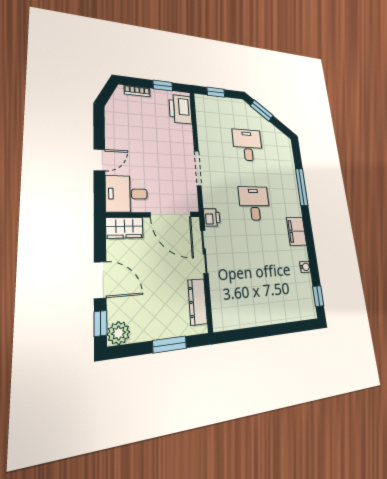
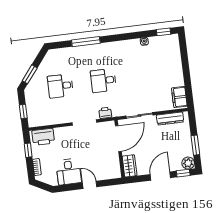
desk: (127, 194) -> (69, 172), moved
printer: (212, 217) -> (105, 113), moved
filing cabinet: (296, 231) -> (179, 97), moved, turned 90
window: (170, 344) -> (195, 145), moved

